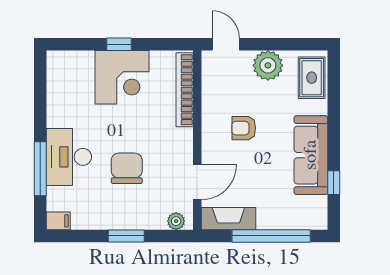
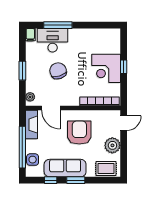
armchair: (244, 128) -> (79, 133), width x1.88, depth x1.88
window: (334, 135) -> (76, 180), added
desk: (69, 157) -> (53, 40), moved
chair: (127, 168) -> (58, 71), turned -107
side table: (295, 217) -> (33, 160), added

